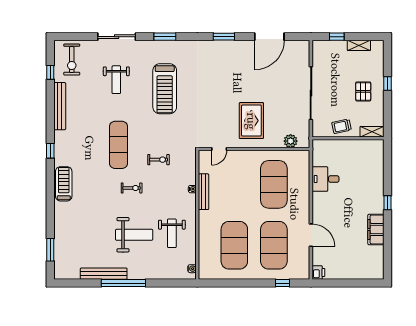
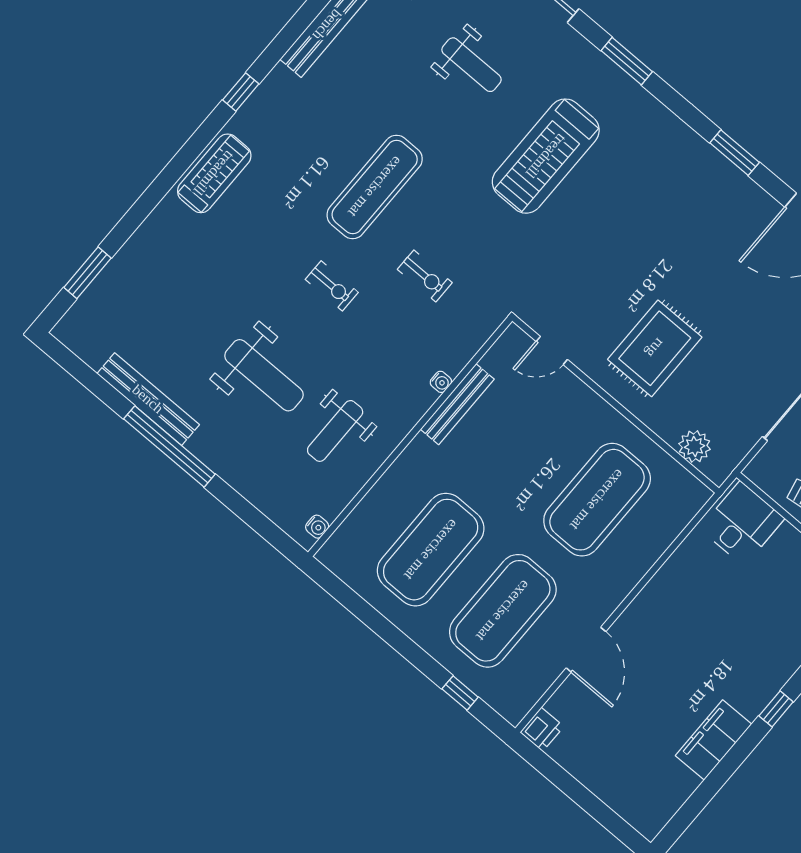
weight bench: (116, 80) -> (472, 65), turned -90
desk: (325, 179) -> (742, 524), moved, turned 90

